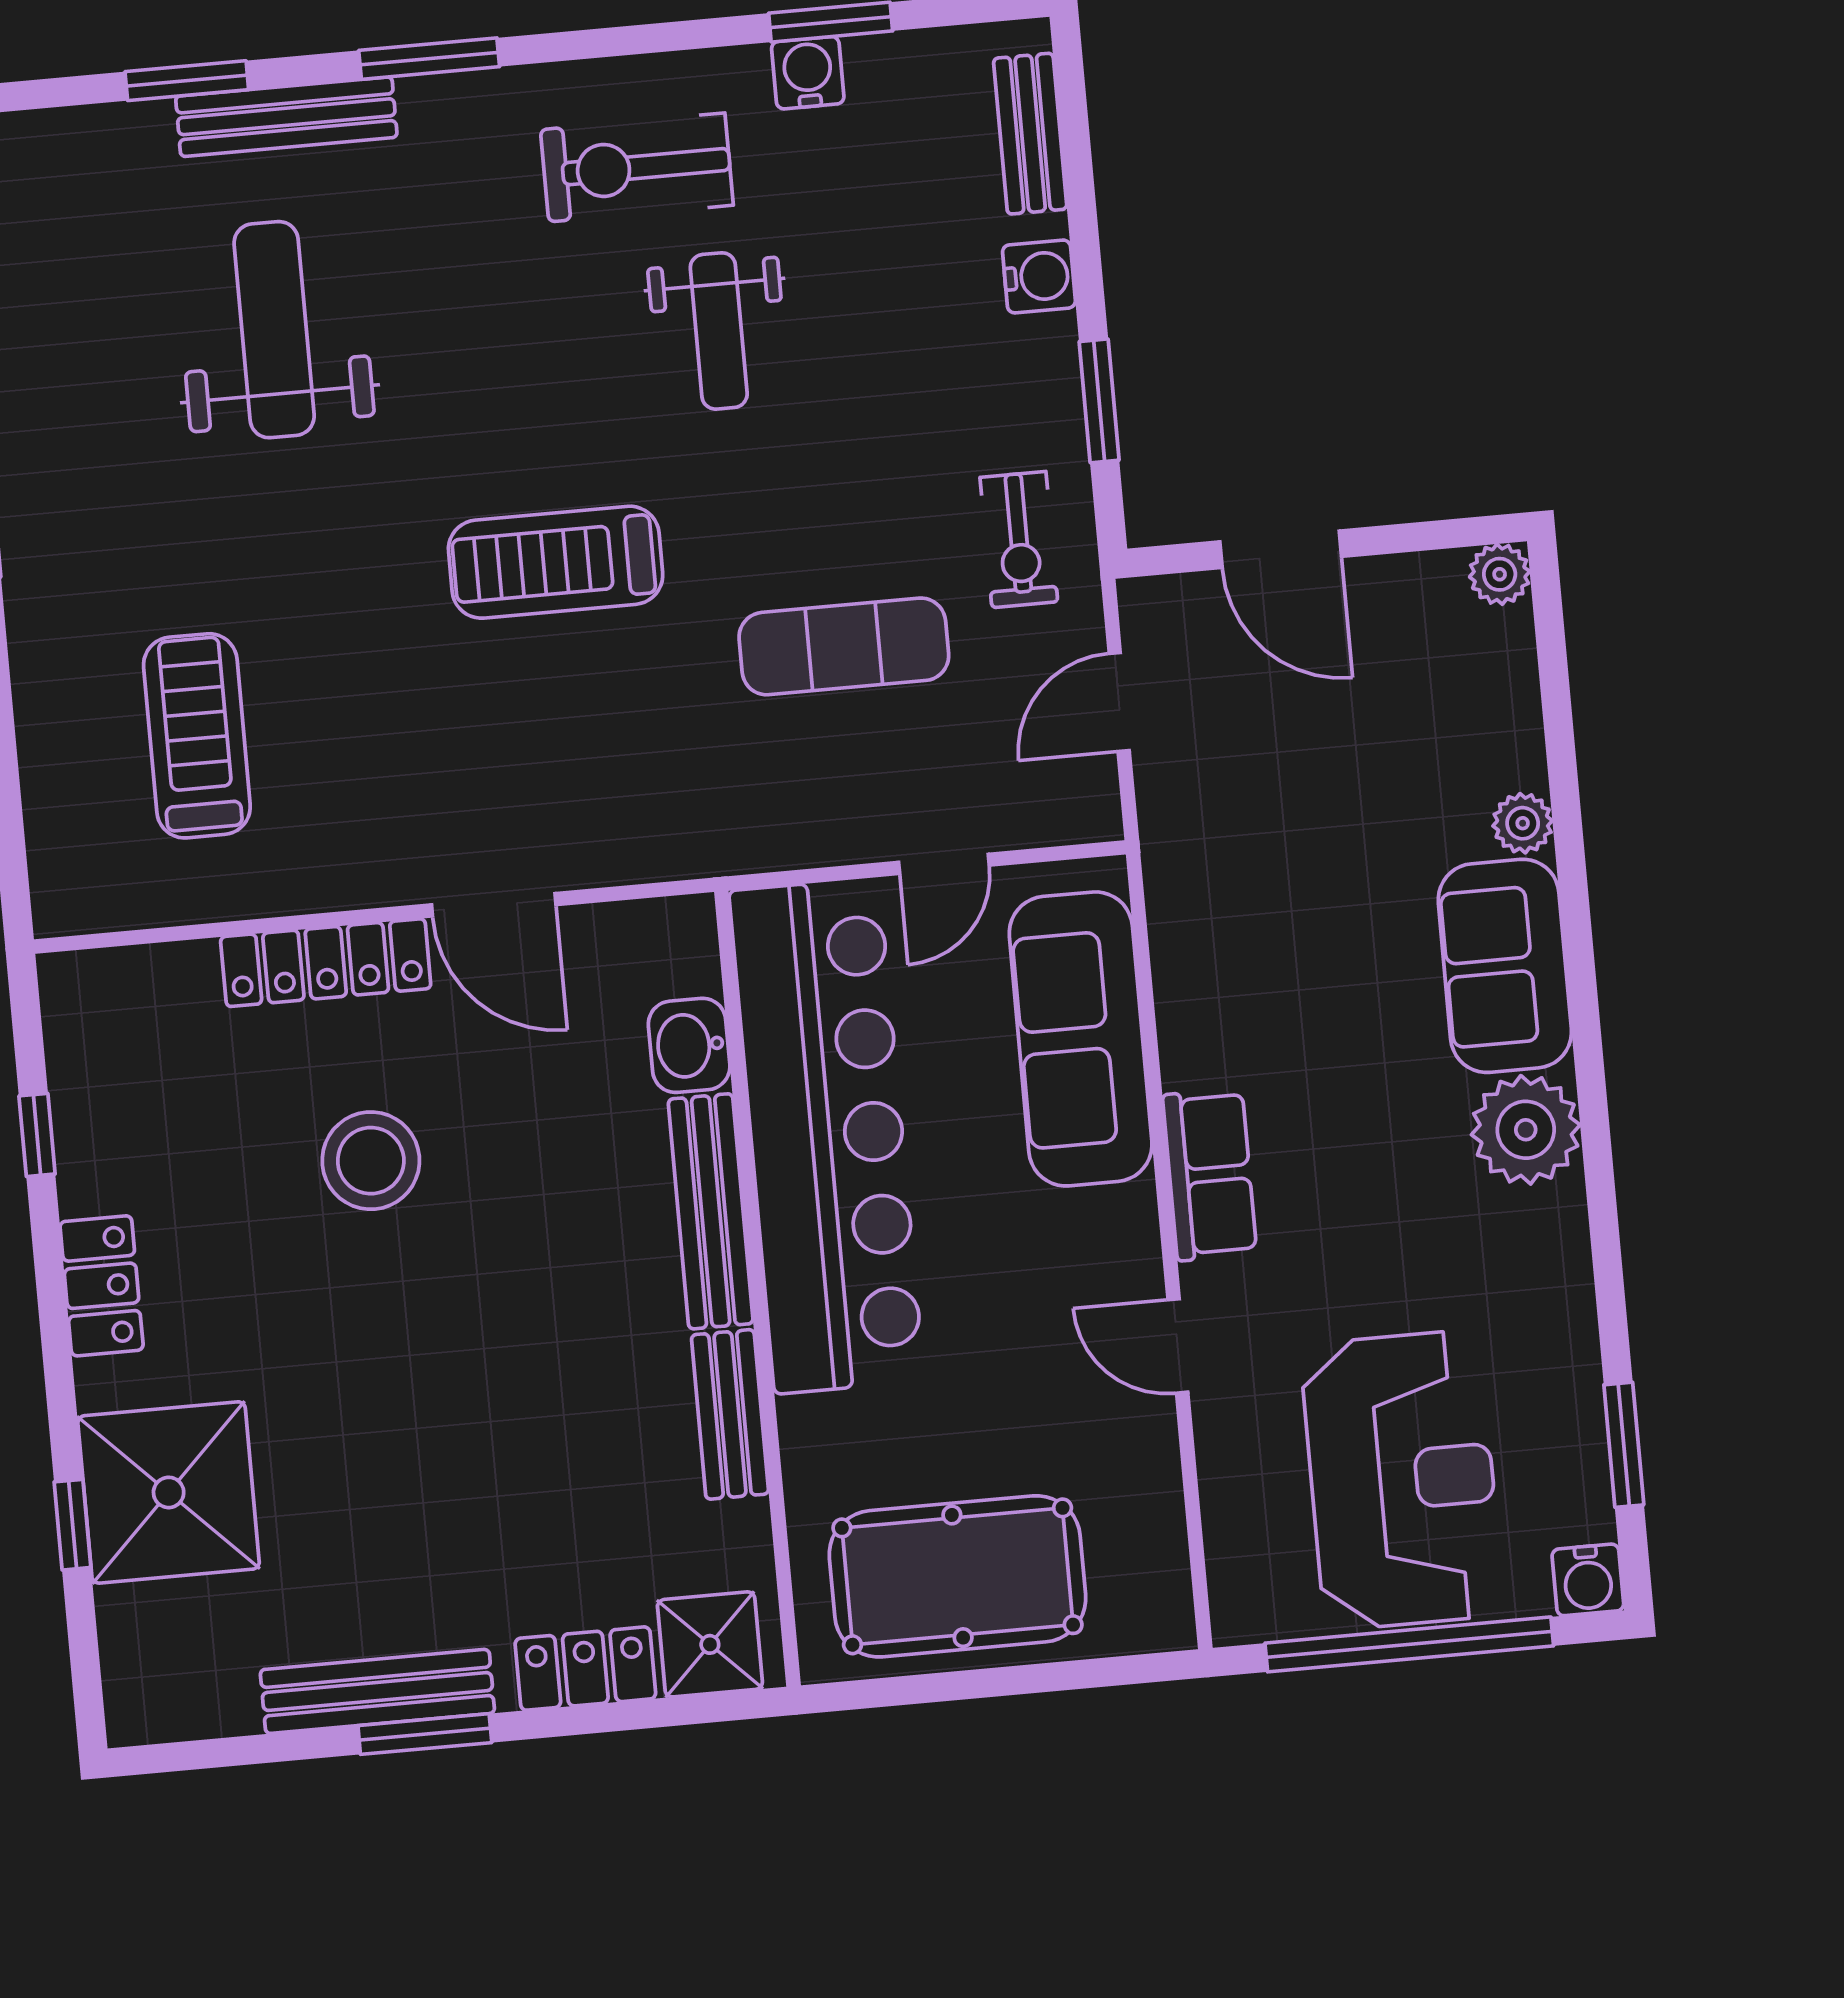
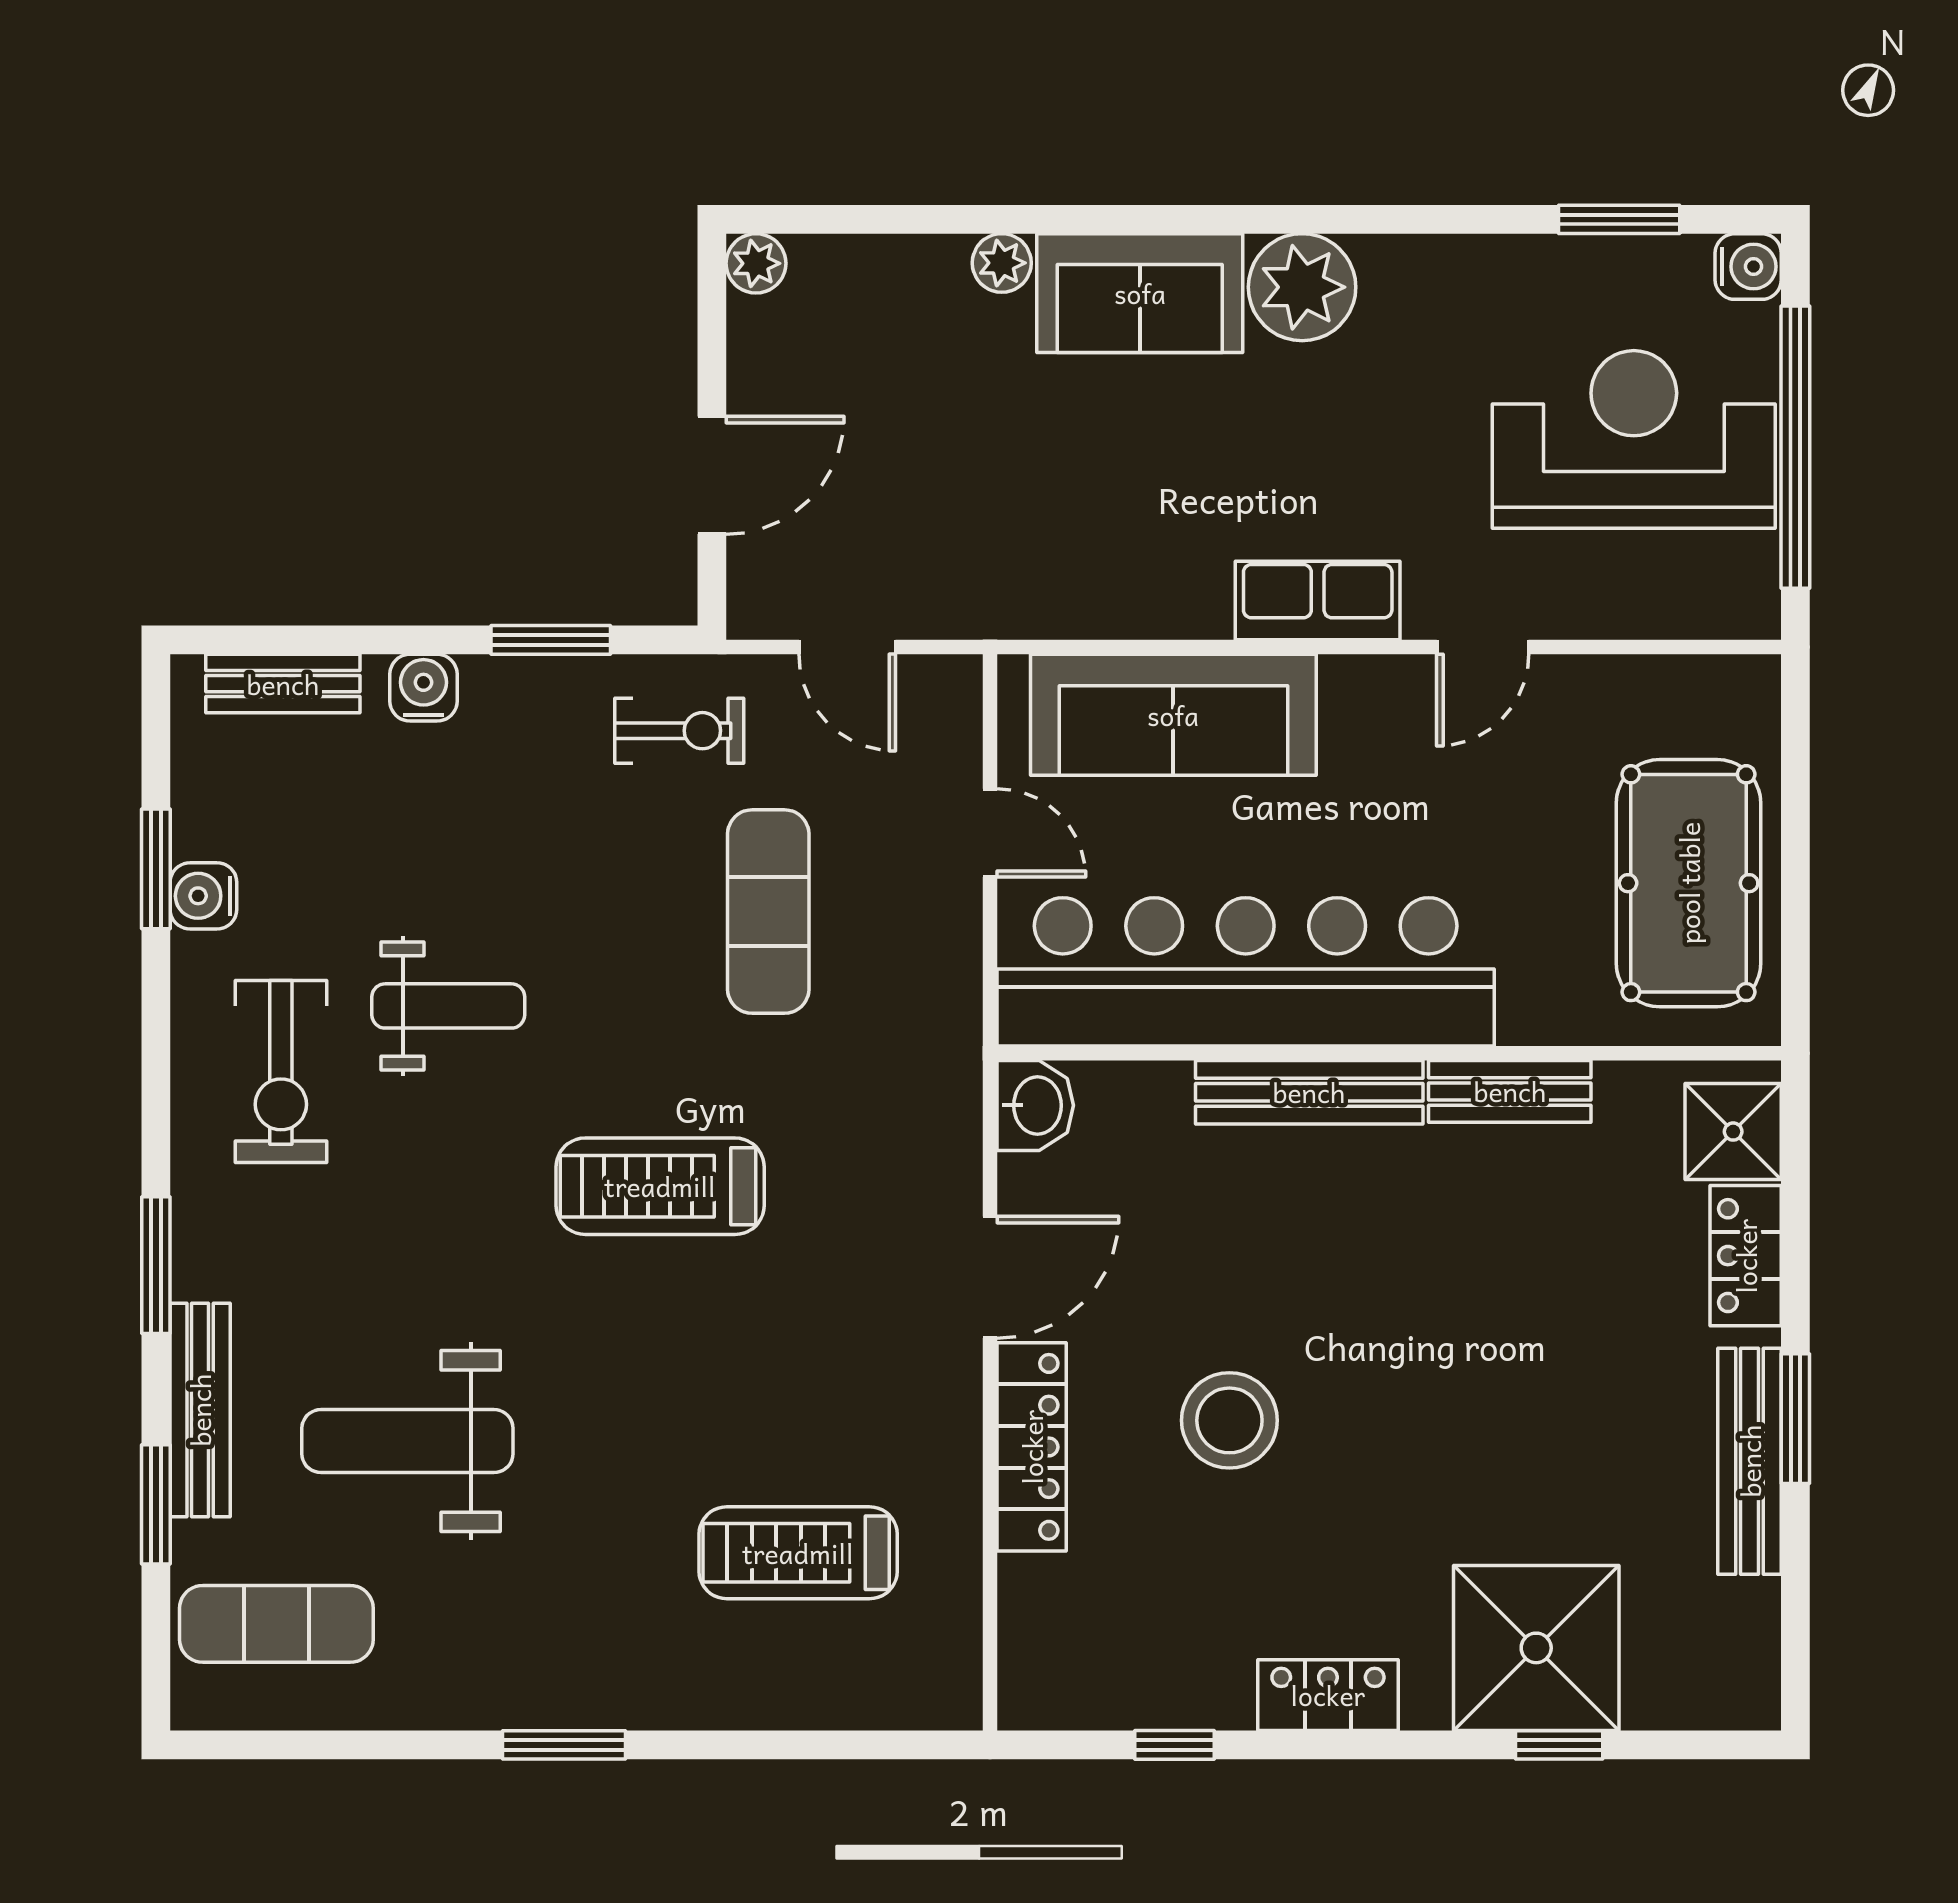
exercise mat: (77, 214) -> (276, 1624), added
treadmill: (556, 562) -> (660, 1186), turned 90
washbasin: (689, 1045) -> (1035, 1105), moved, turned -90

